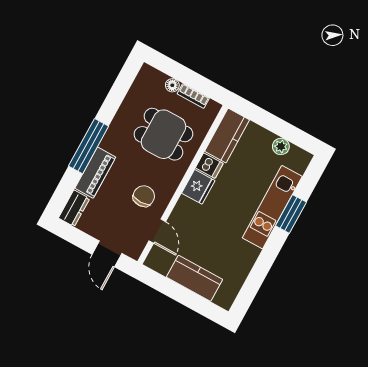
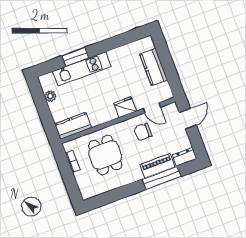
floor lamp: (172, 85) -> (79, 176), removed
window: (89, 146) -> (161, 178), moved
dishwasher: (209, 166) -> (96, 118), removed
fridge: (198, 187) -> (125, 107), moved
door: (157, 231) -> (152, 108), swing flipped

